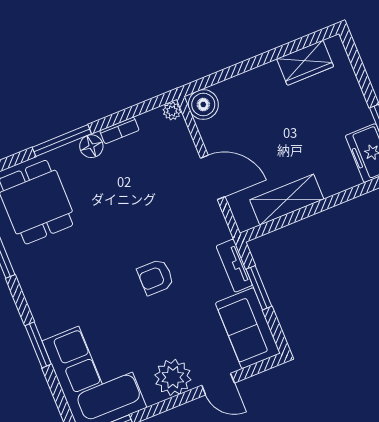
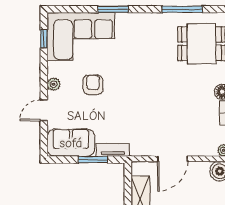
armchair: (156, 277) -> (93, 85), moved
plant: (173, 377) -> (54, 84), width x0.53, depth x0.53

